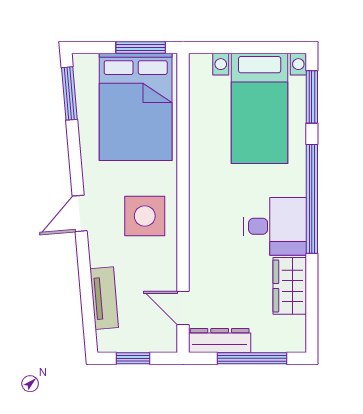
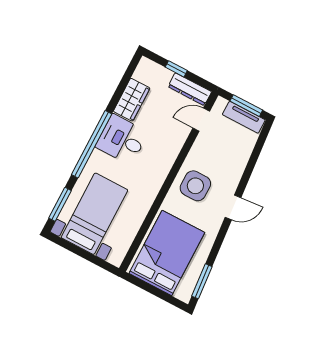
window: (141, 47) -> (146, 286), removed
tv unit: (104, 298) -> (244, 117), moved, turned -85
door: (183, 308) -> (201, 120), swing flipped
window: (133, 358) -> (246, 106), width x1.50
window: (252, 358) -> (176, 69), width x0.46

